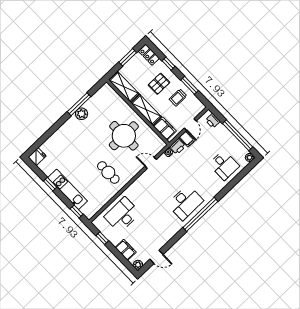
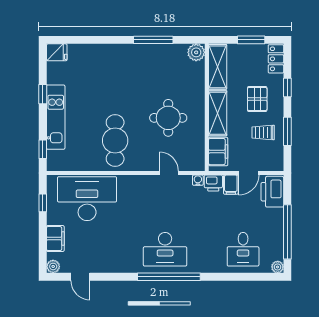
pallet: (159, 84) -> (257, 99), turned 90
plant: (82, 114) -> (196, 52), moved
printer: (213, 121) -> (272, 192), width x1.87, depth x1.48
round table: (124, 136) -> (168, 118), width x0.73, depth x0.73
cafe table: (108, 172) -> (115, 141), width x1.37, depth x1.35
desk: (122, 215) -> (87, 199), width x1.36, depth x1.30

